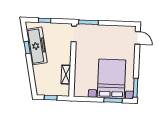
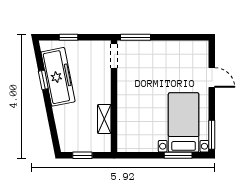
door: (138, 38) -> (212, 78), moved
bed with nightstands: (112, 79) -> (184, 122), width x0.73

